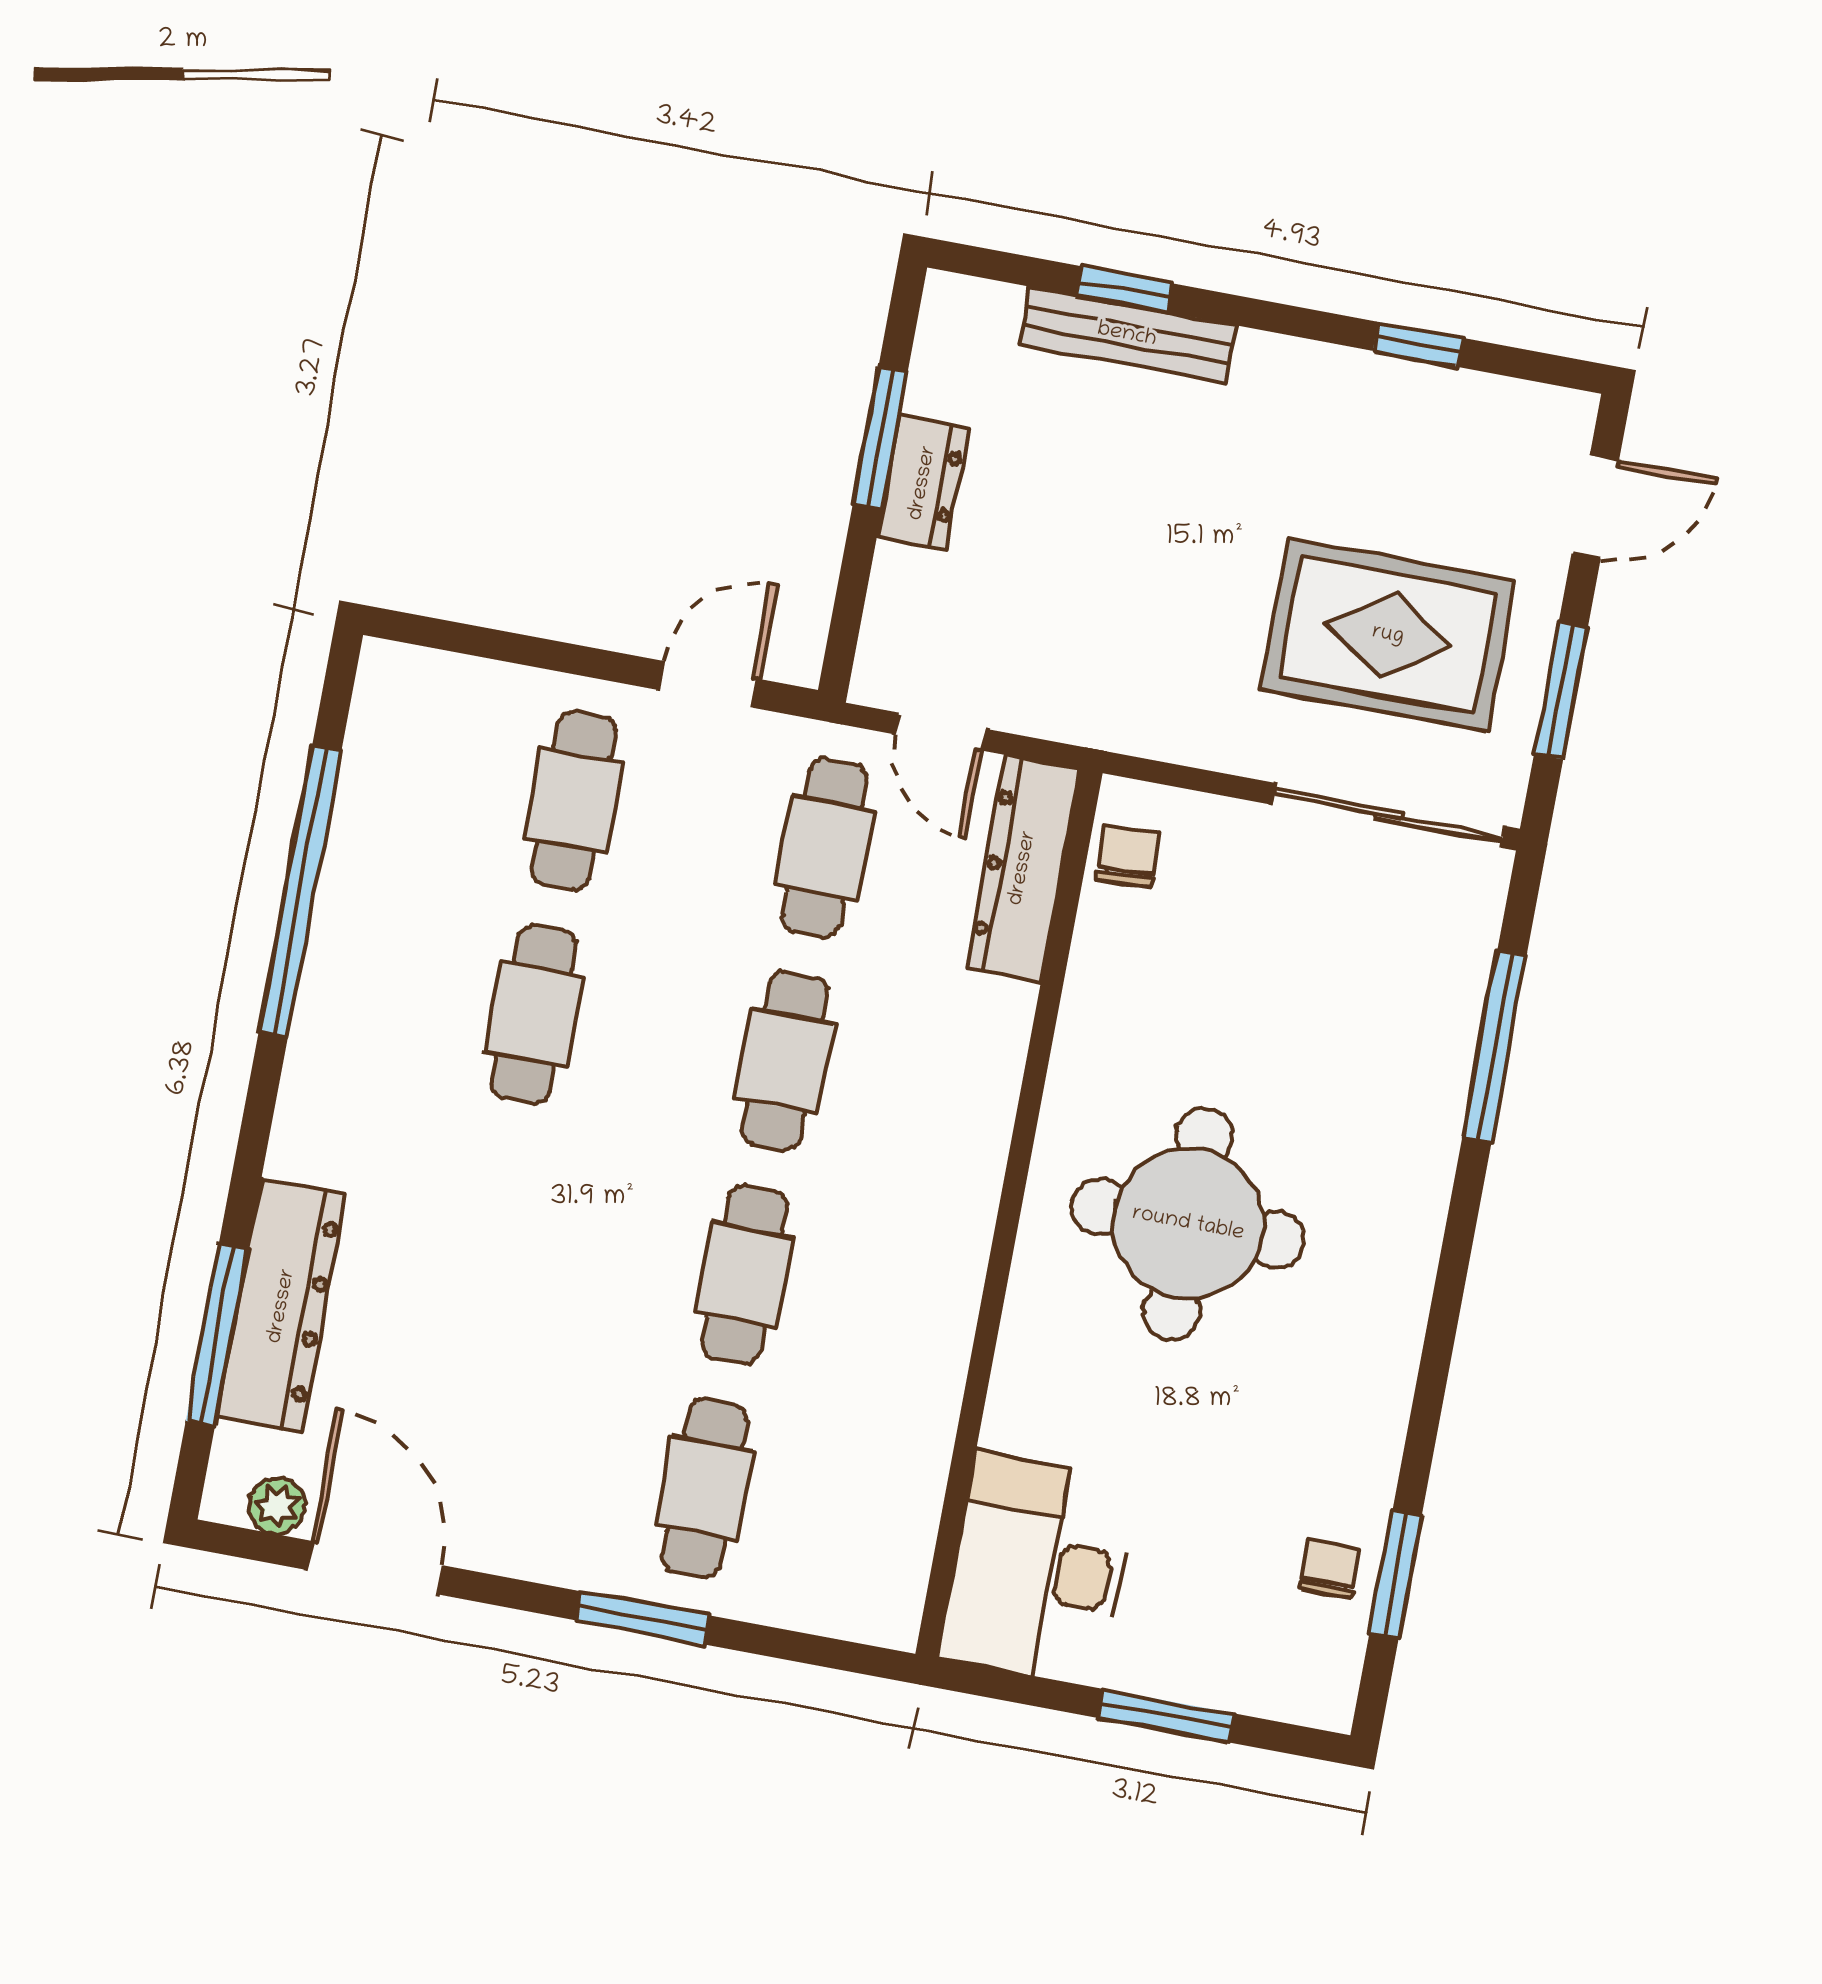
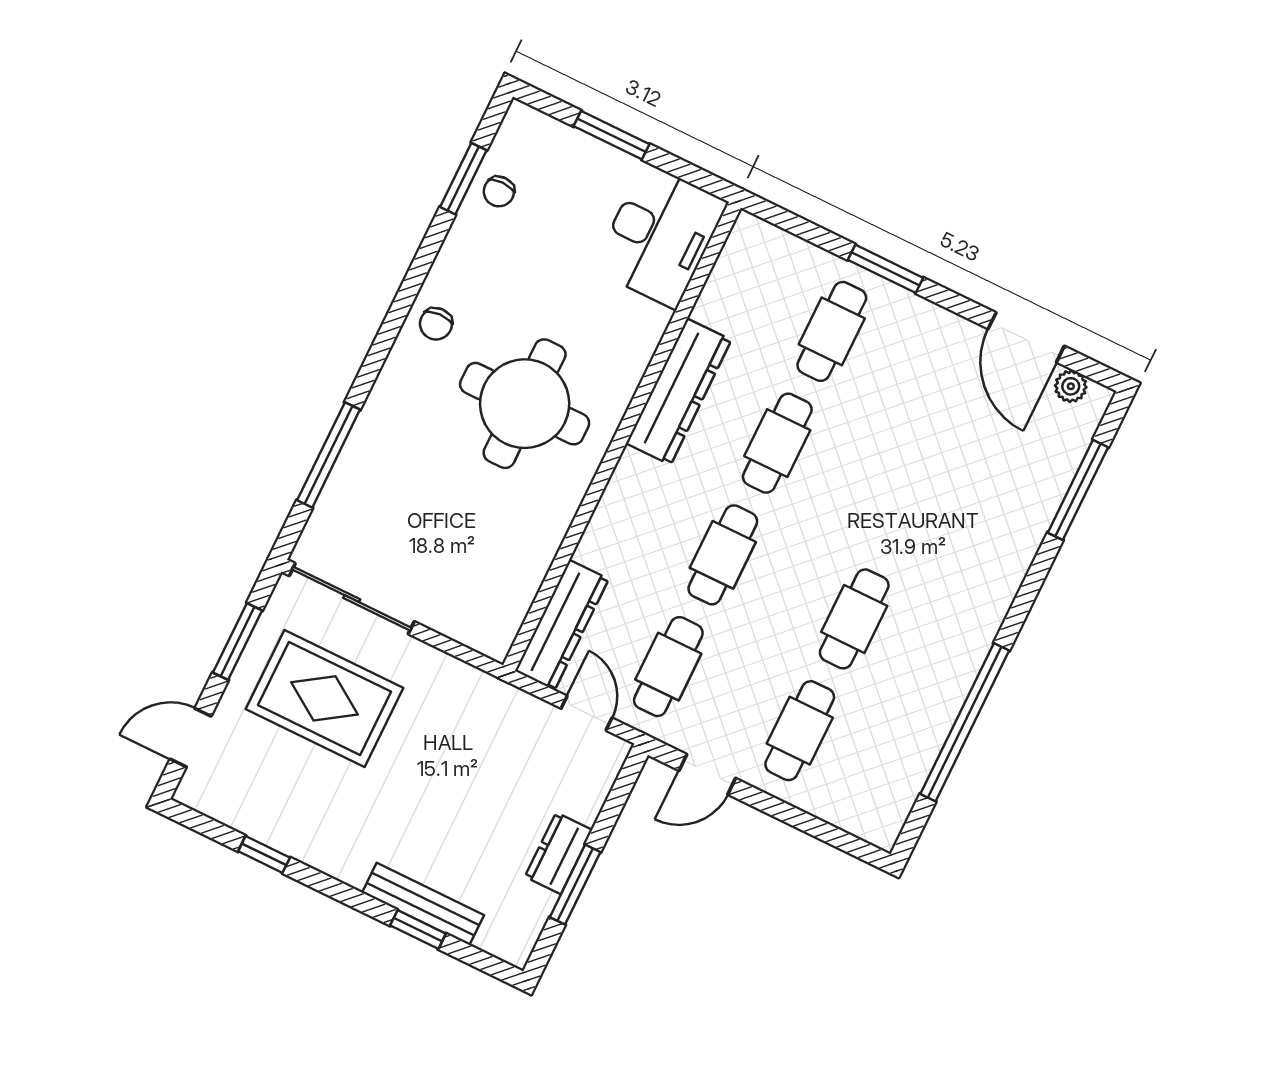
chair: (1128, 856) -> (436, 324), moved
dresser: (282, 1306) -> (679, 392), moved, turned 180

